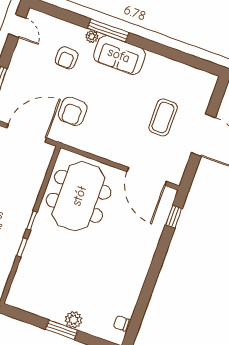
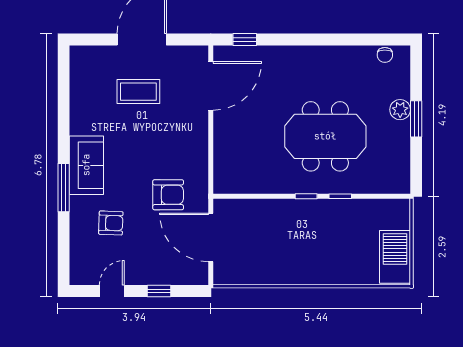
door: (17, 26) -> (112, 291), moved
plant: (92, 37) -> (77, 204), removed
meeting table: (79, 196) -> (325, 136), moved

